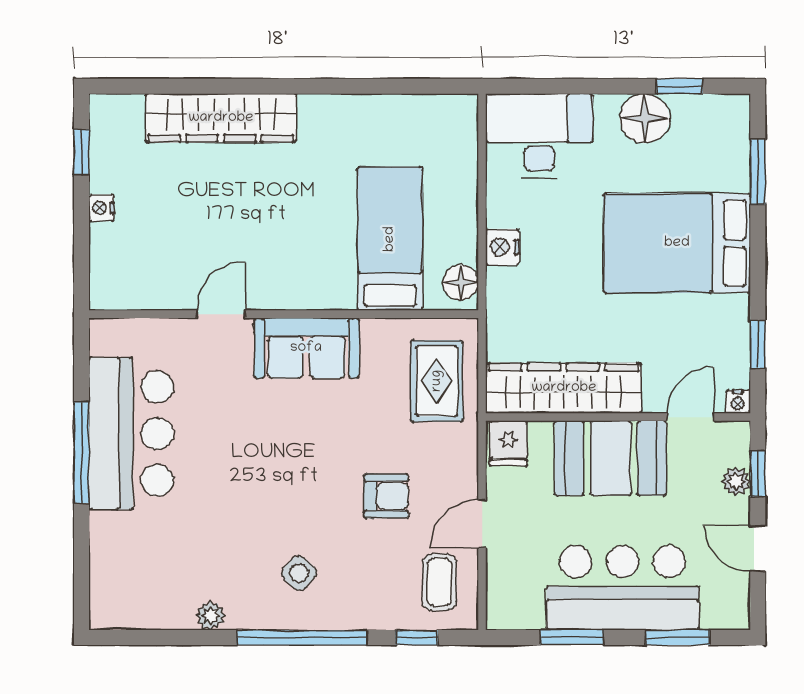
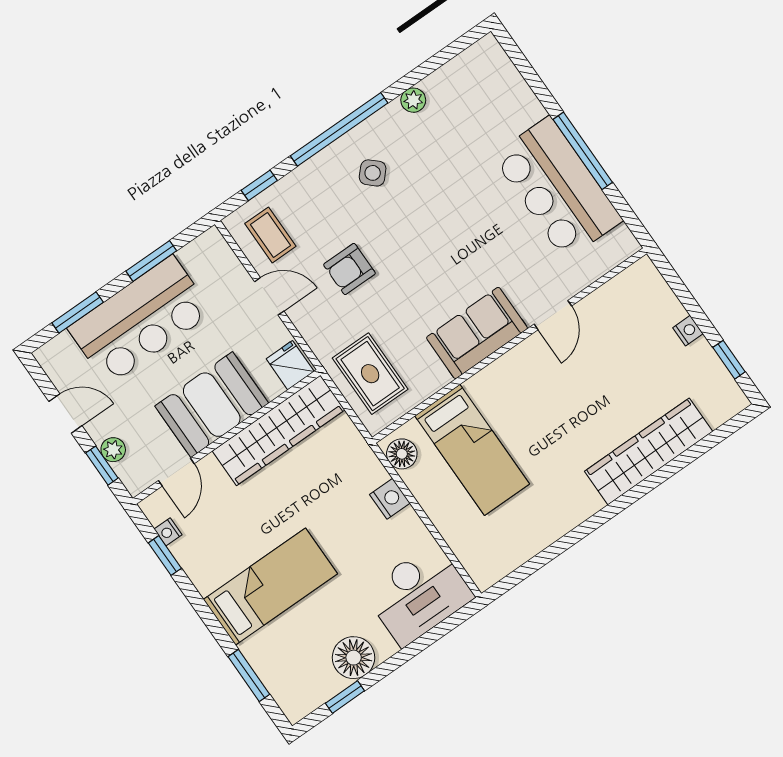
bed: (677, 243) -> (270, 587), width x0.67
nightstand: (738, 402) -> (168, 532), moved, turned -90
door: (482, 524) -> (269, 296), hinge flipped

